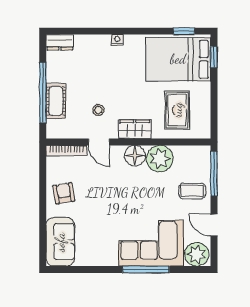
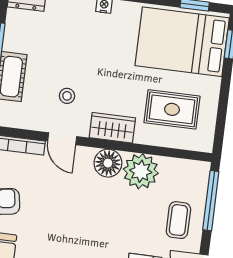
rug: (177, 110) -> (172, 109), turned 90
coffee table: (192, 191) -> (178, 220), turned 90

